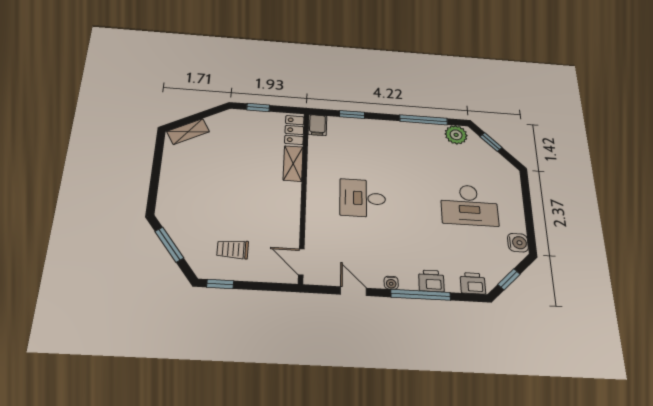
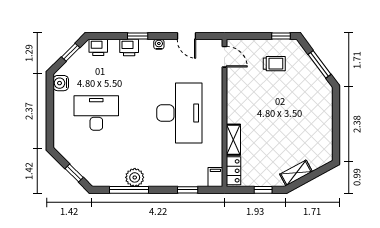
shelving: (188, 132) -> (296, 173), moved
plant: (456, 135) -> (135, 177), moved
desk: (363, 198) -> (179, 113), width x1.87, depth x1.30
window: (421, 295) -> (138, 36), width x0.46

